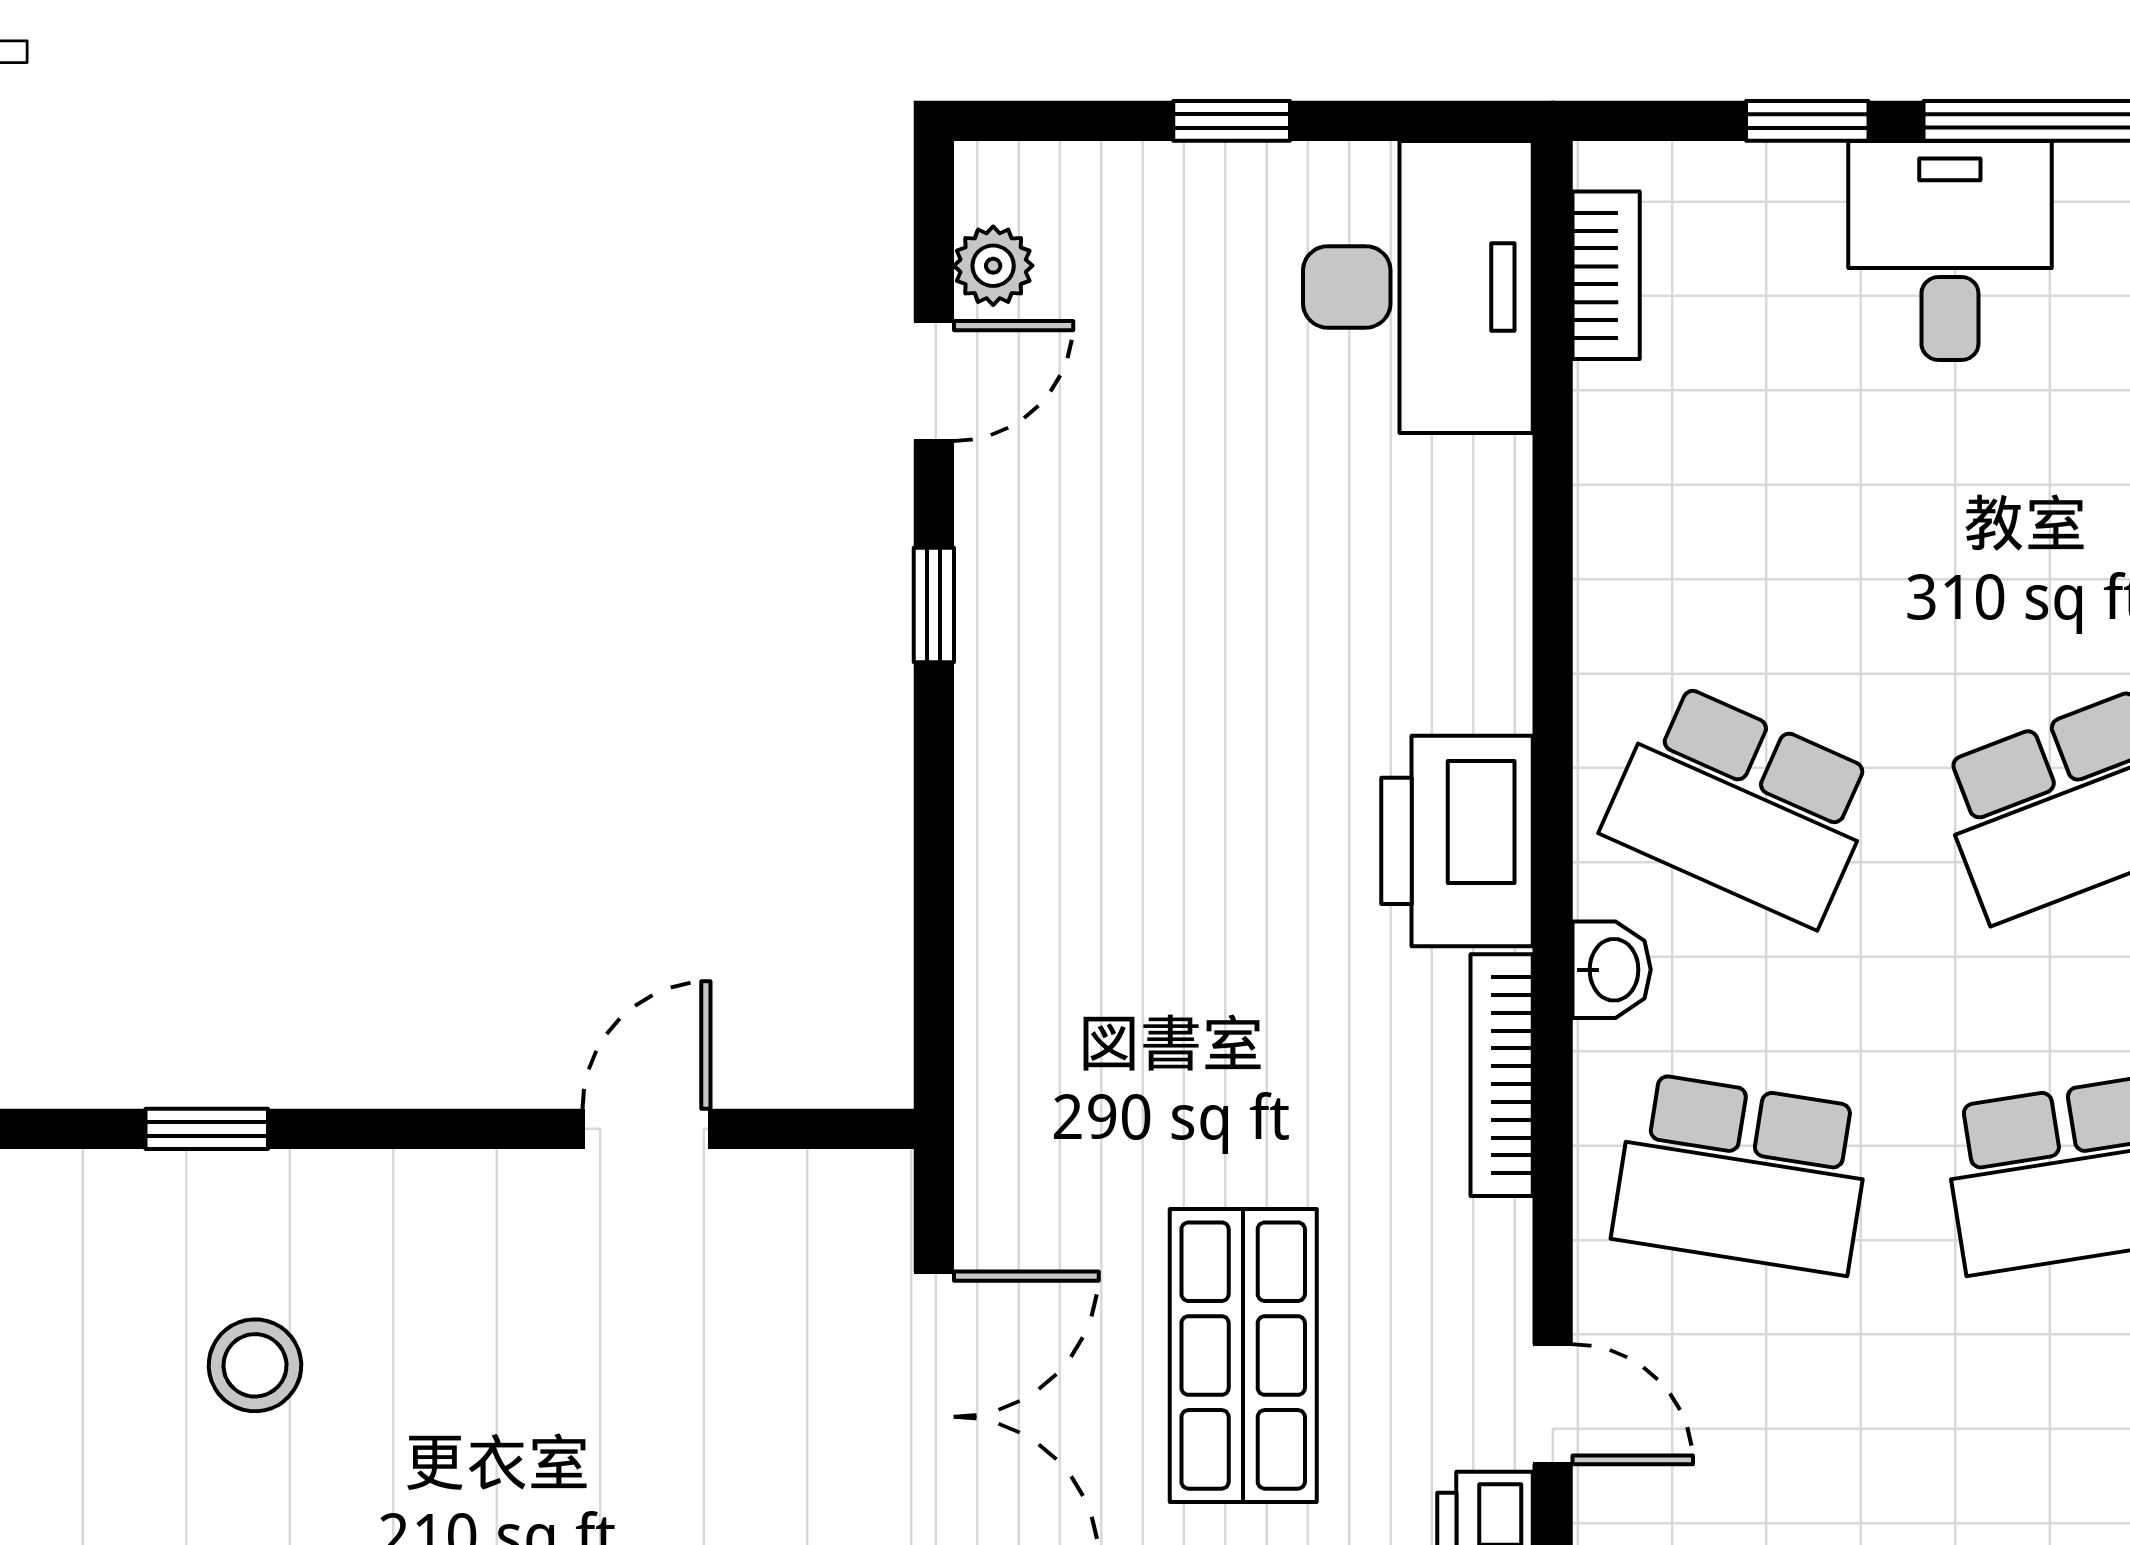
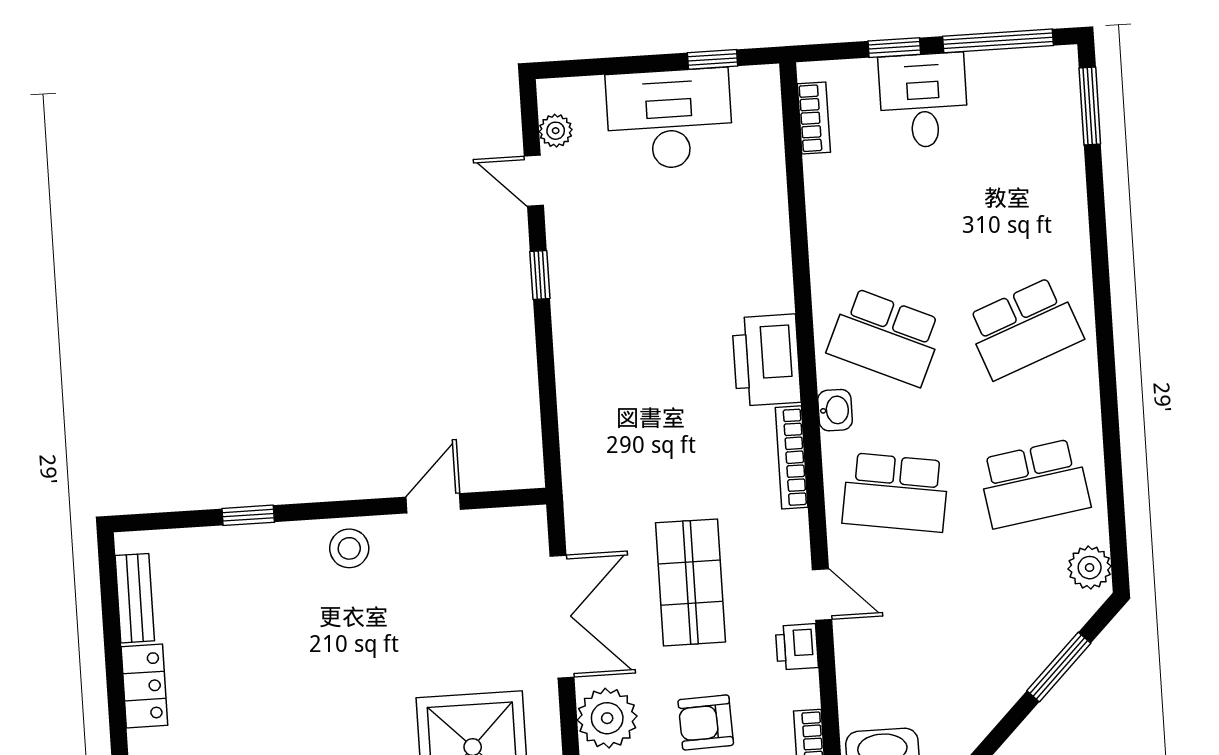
window: (1232, 121) -> (713, 59), moved
desk: (1950, 251) -> (923, 100), moved
desk: (1418, 287) -> (669, 119), moved, turned -90
door: (934, 381) -> (534, 181), swing flipped
stool: (255, 1365) -> (349, 548), moved

